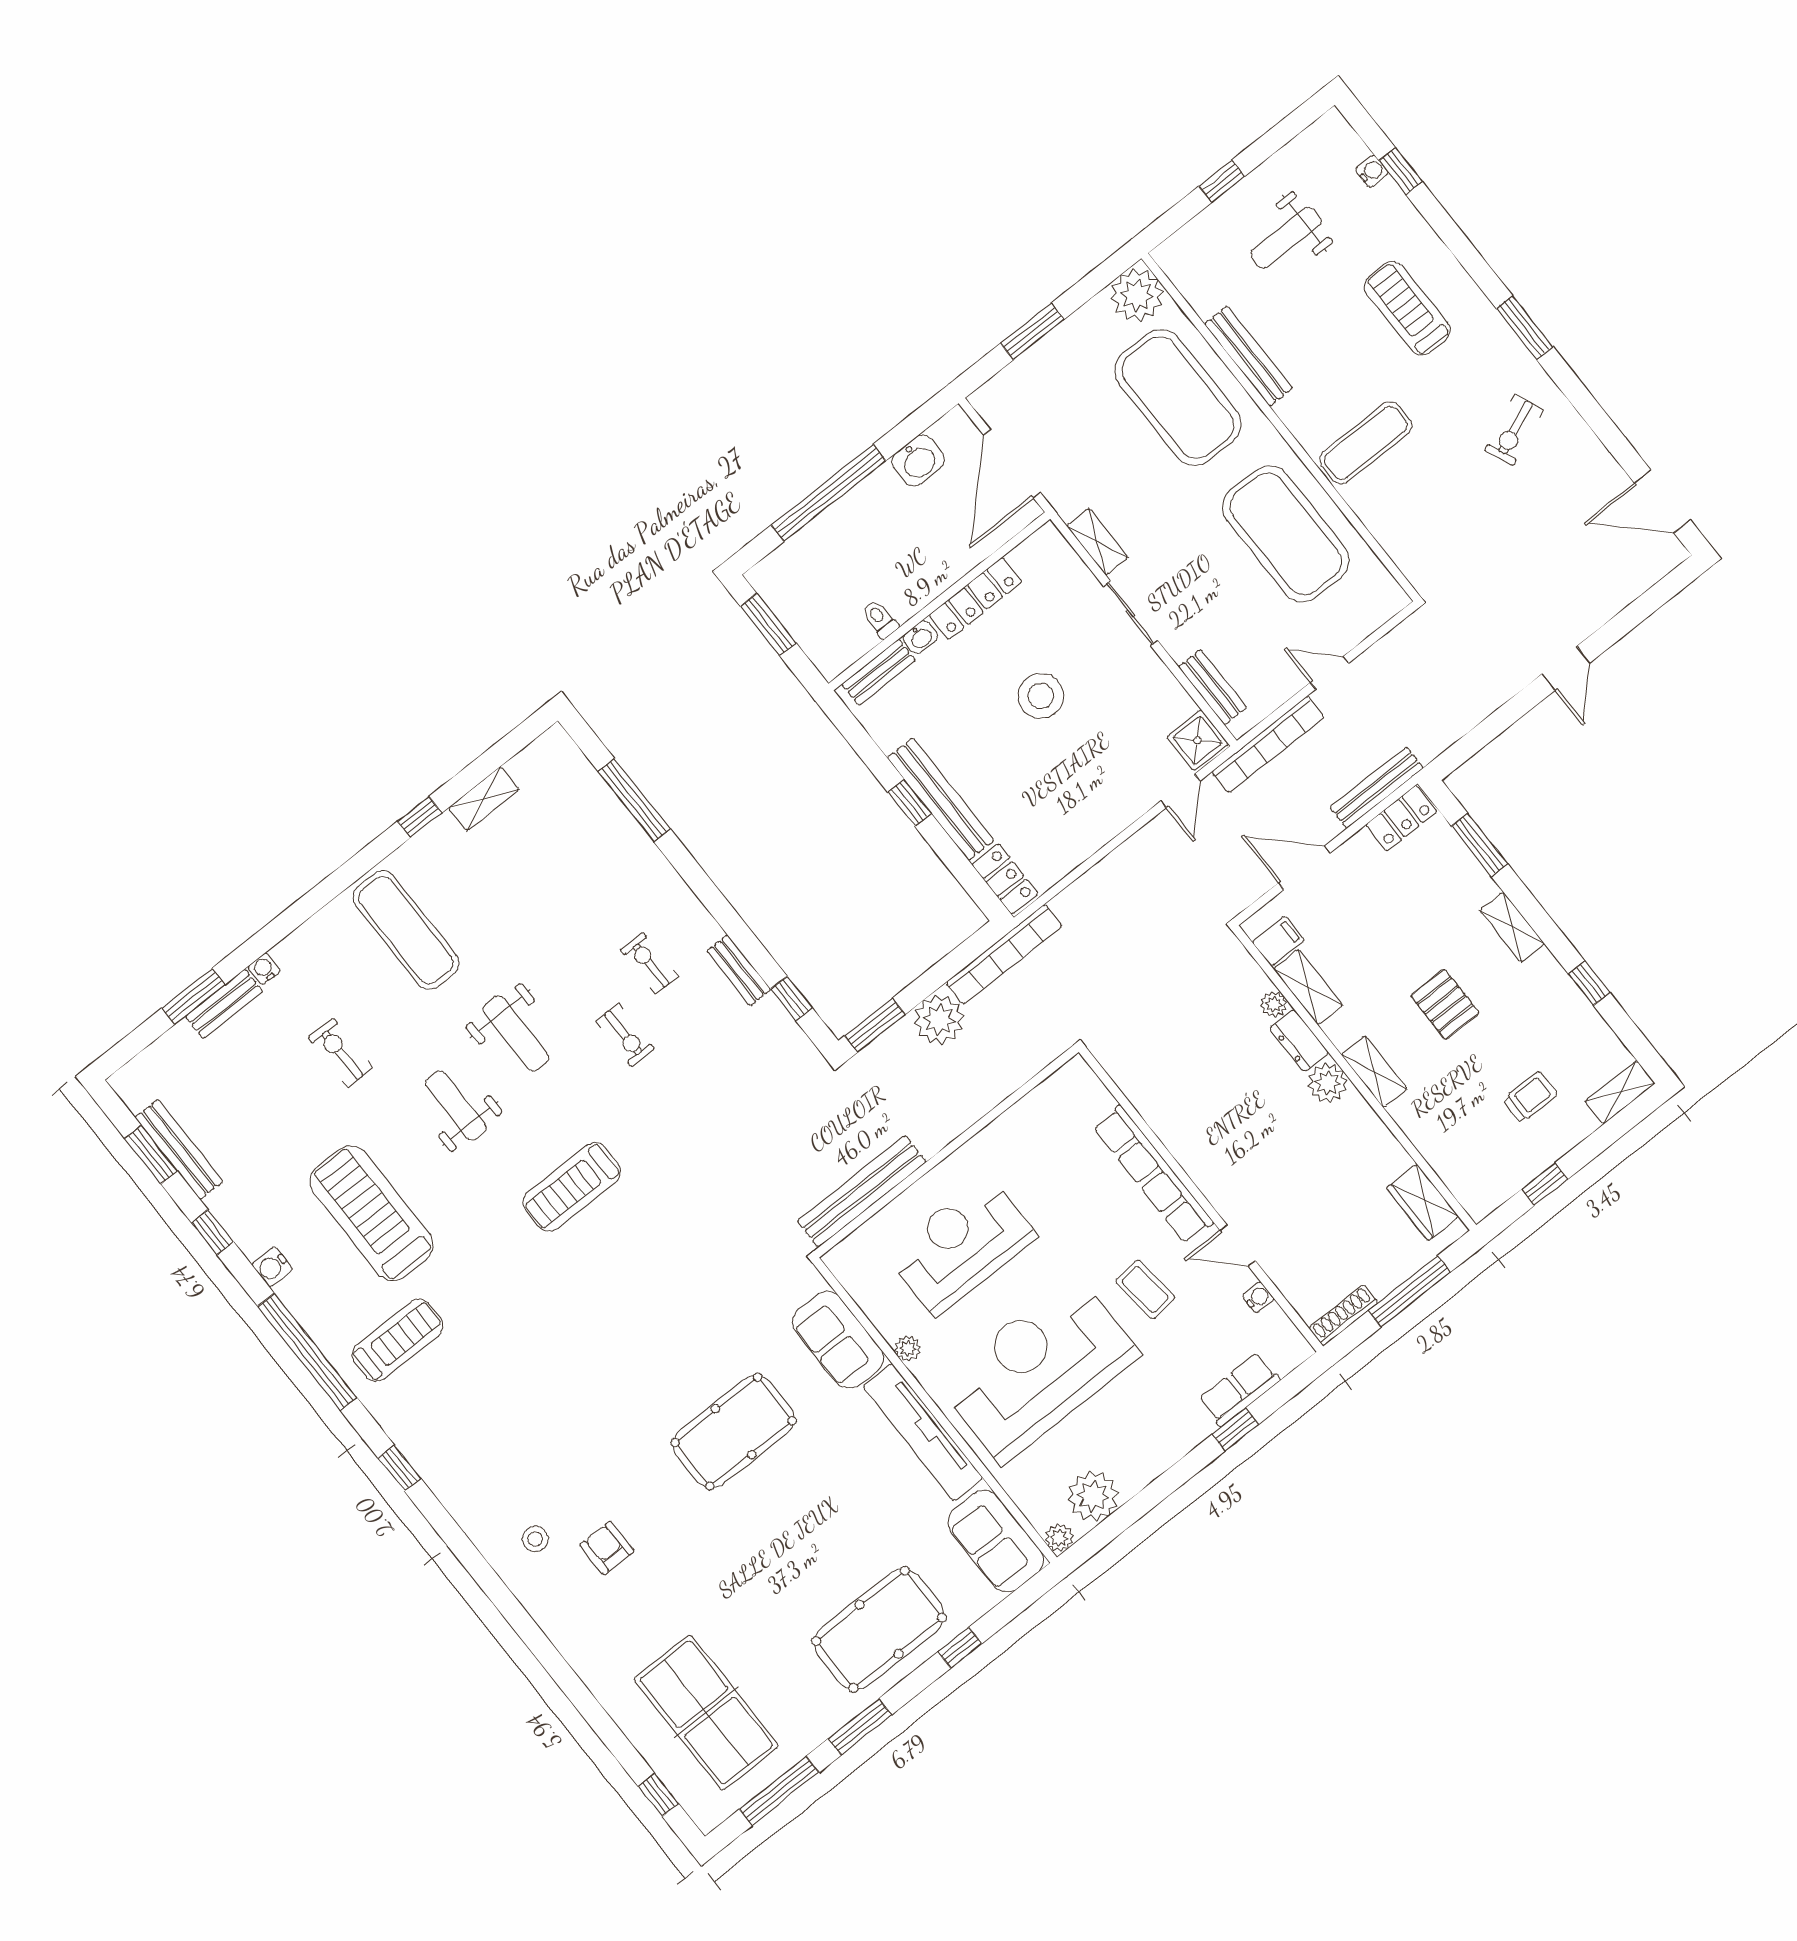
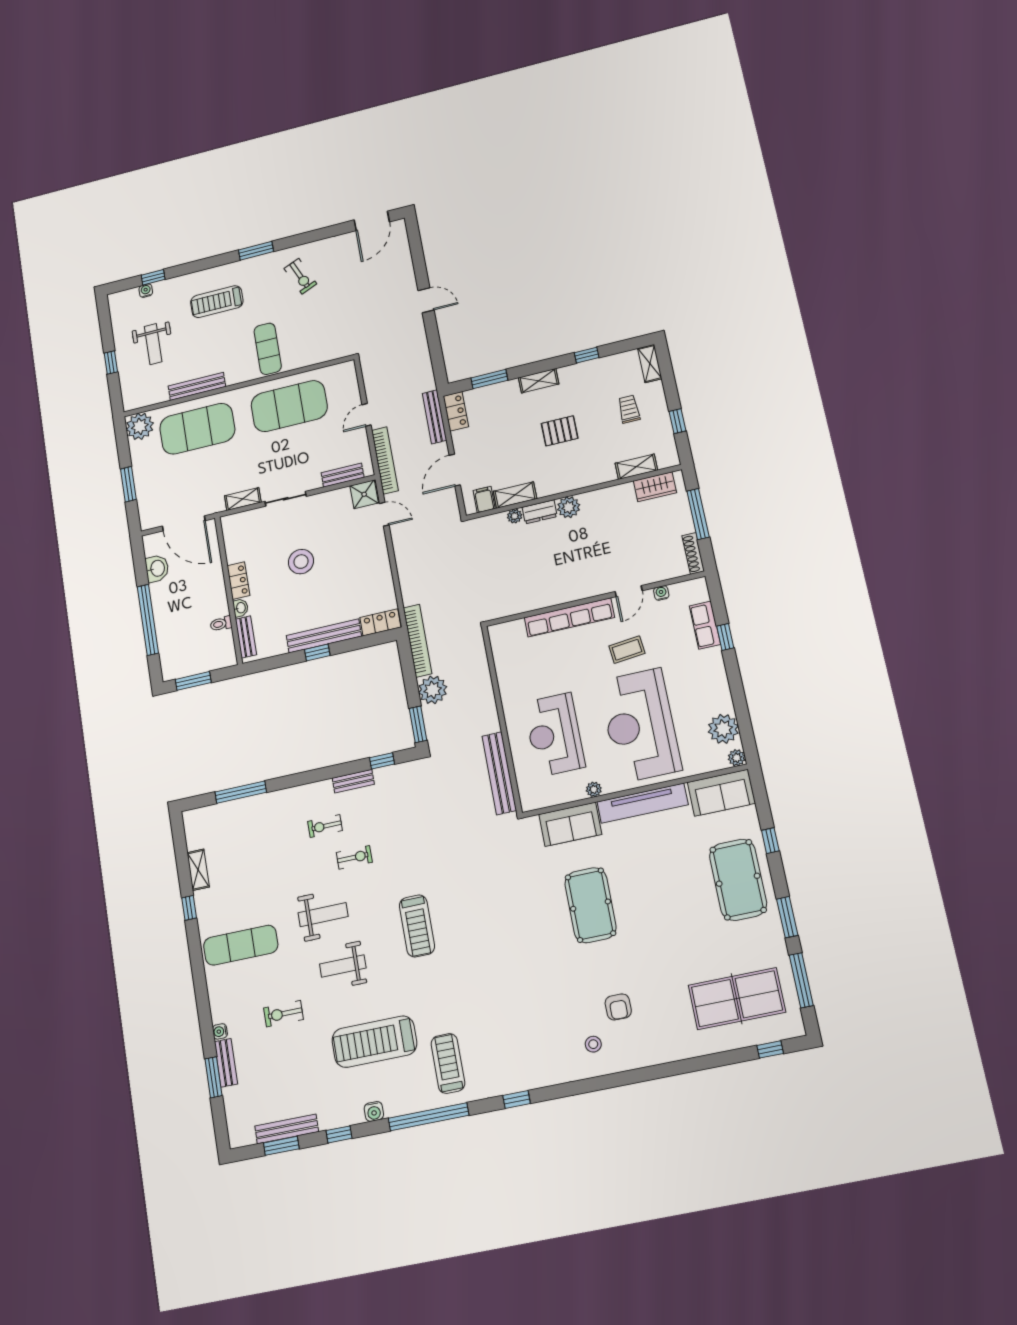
locker: (975, 599) -> (238, 581), width x0.66
shelving: (1374, 1072) -> (636, 467), moved
armchair: (607, 1548) -> (618, 1007), turned -90

